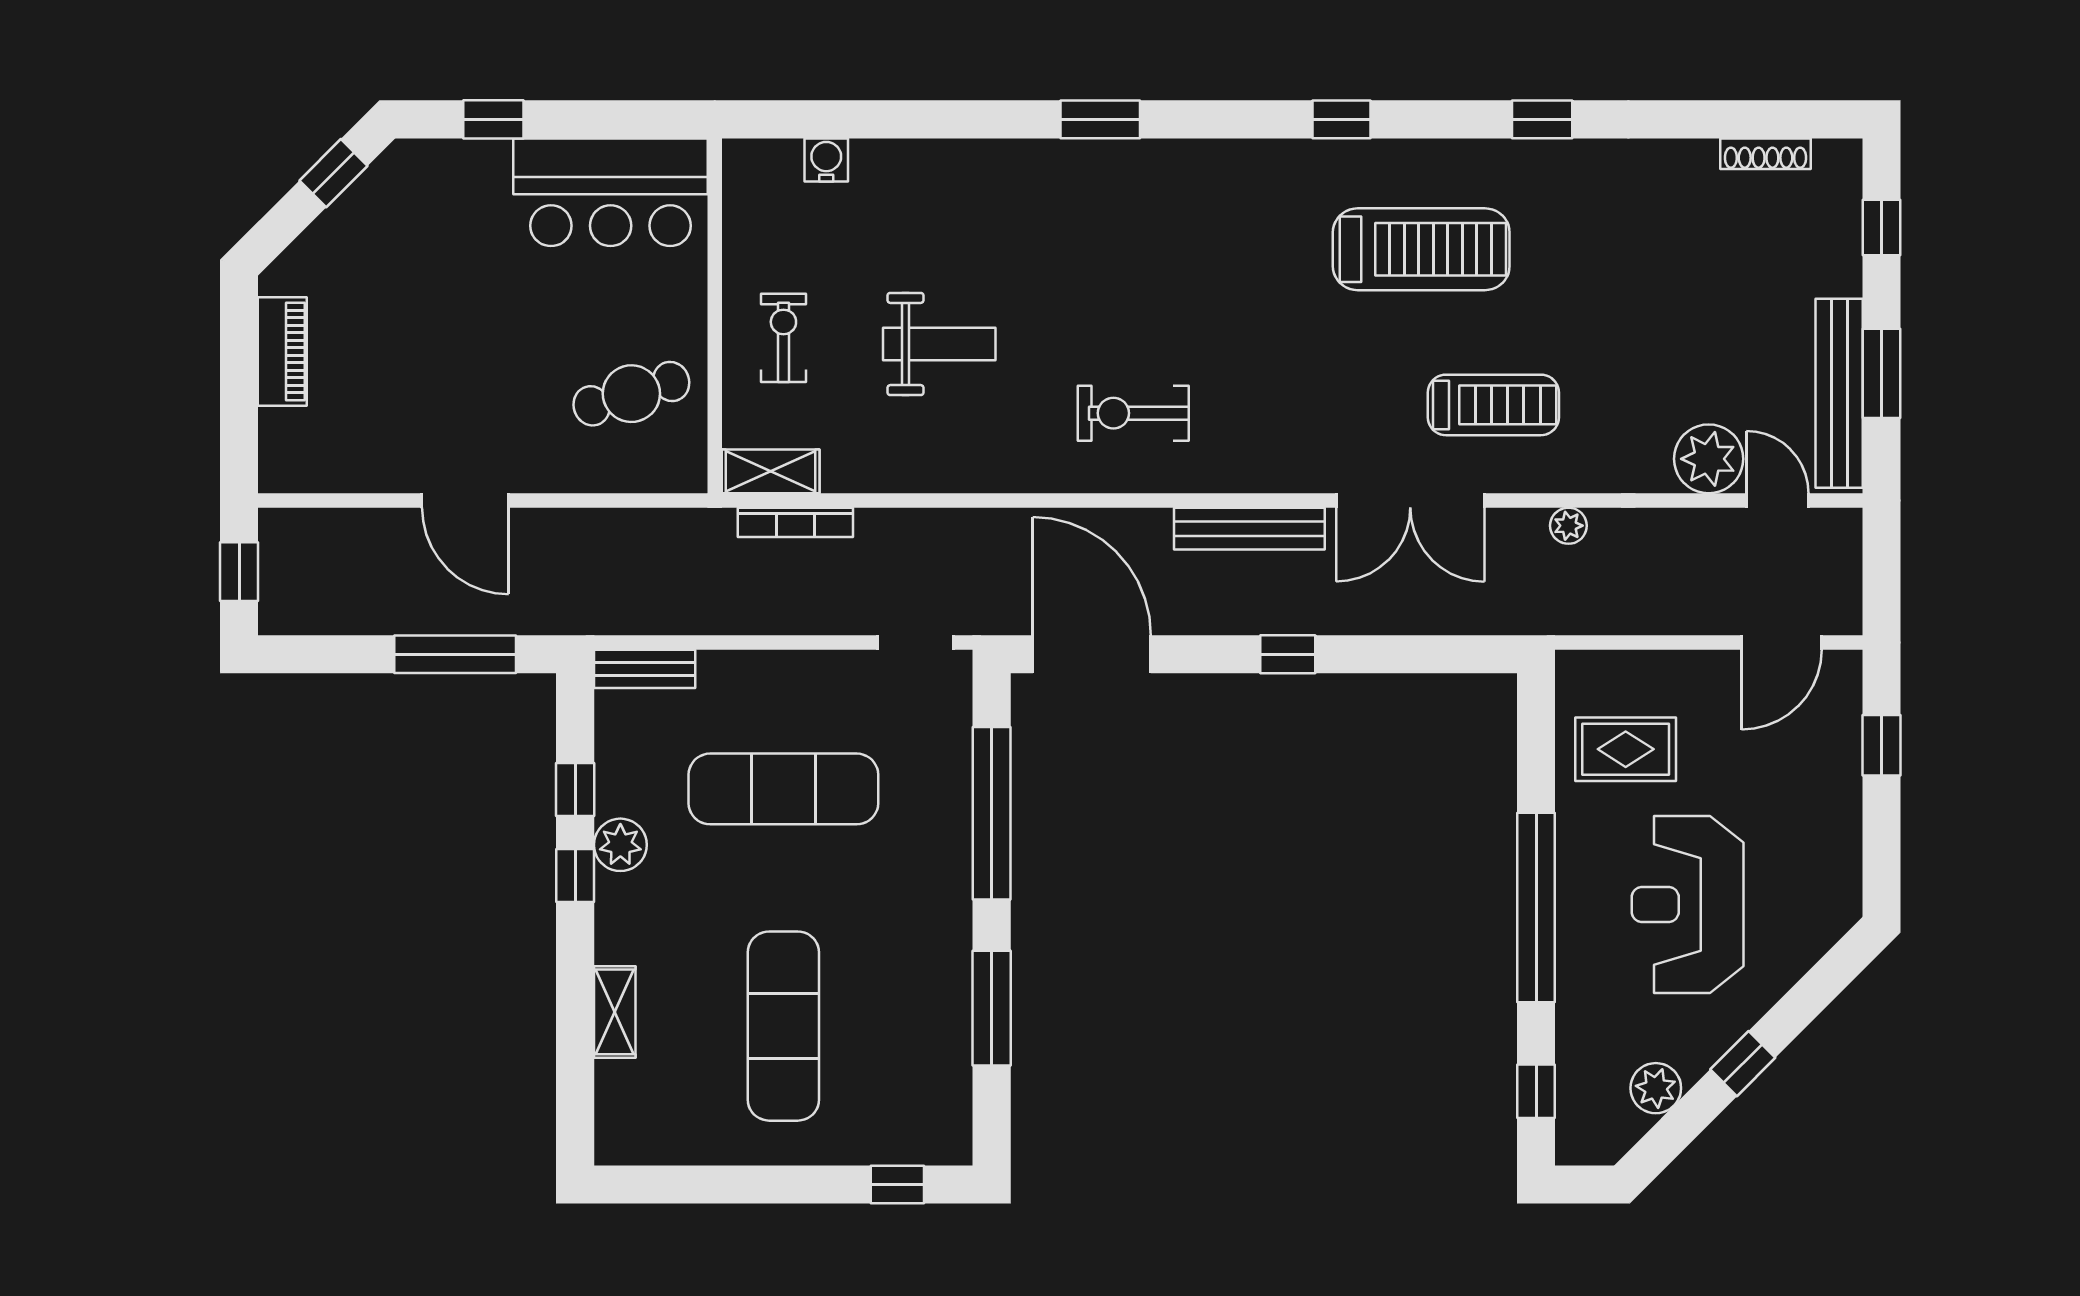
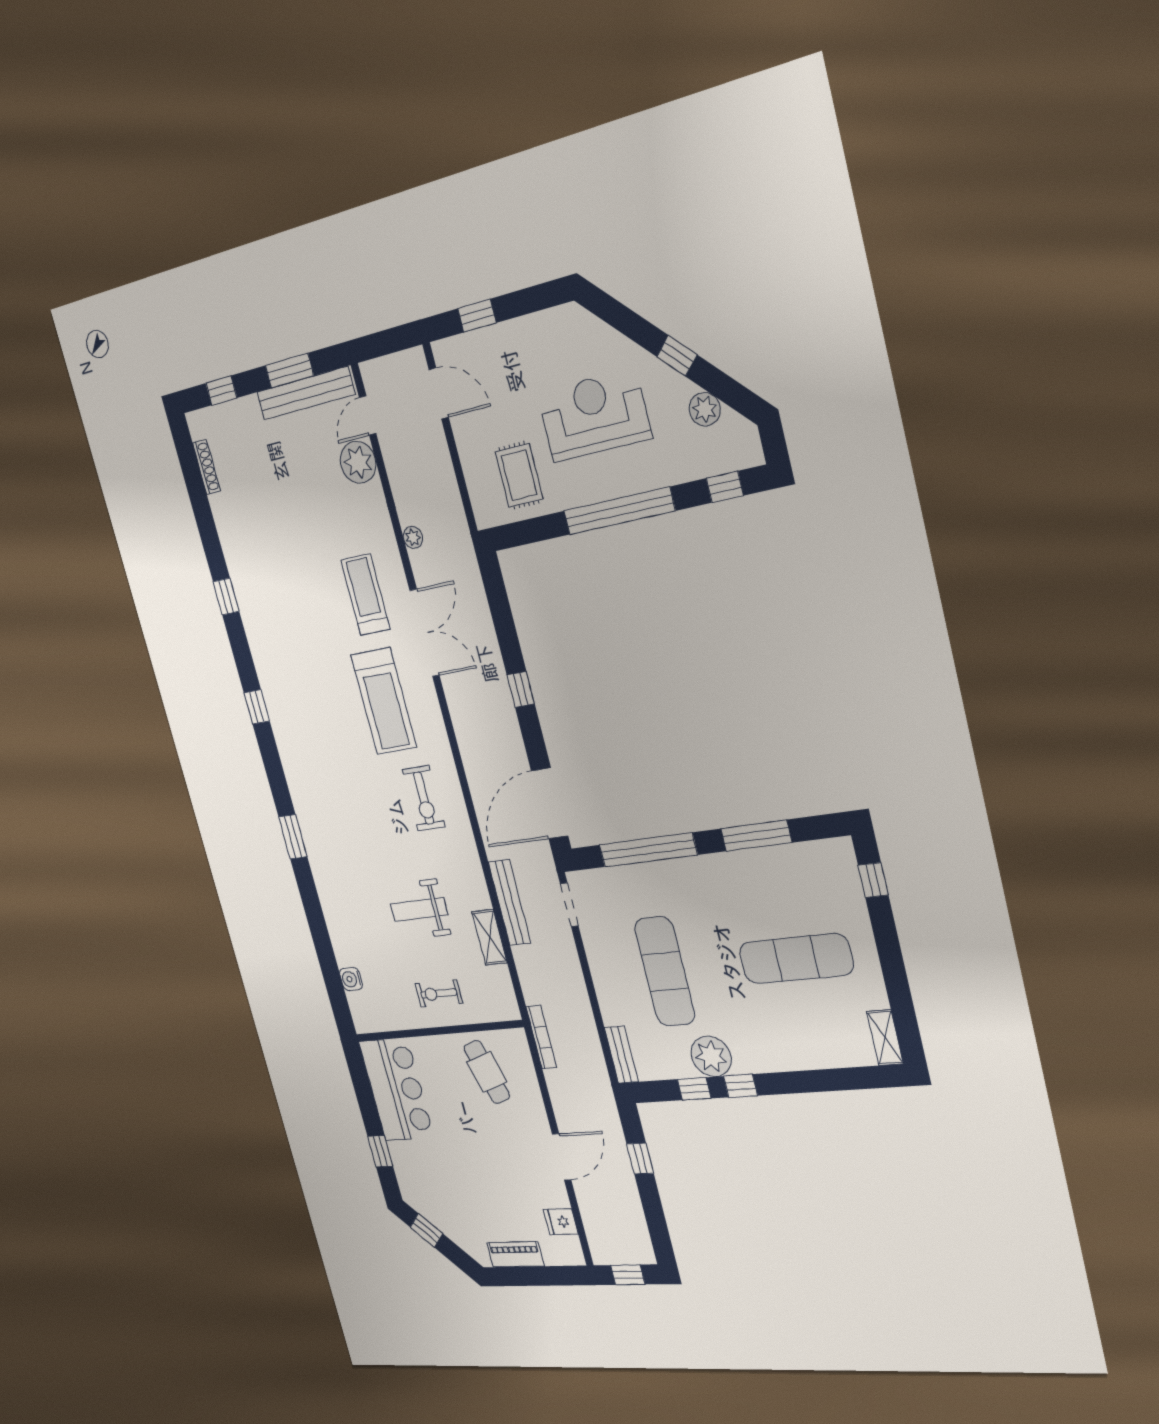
treadmill: (1421, 249) -> (384, 701), moved, turned 180
weight bench: (939, 344) -> (419, 909), turned -90
fridge: (343, 464) -> (561, 1222), added
shelving: (771, 471) -> (490, 937), moved
bookcase: (795, 522) -> (541, 1037), moved
bench: (1249, 529) -> (509, 902), moved
window: (455, 654) -> (640, 1159), width x0.46
plant: (620, 845) -> (711, 1056), width x1.36, depth x1.36
reception desk: (1688, 904) -> (594, 415), turned 180
shelving: (615, 1012) -> (885, 1038), moved, turned 90

